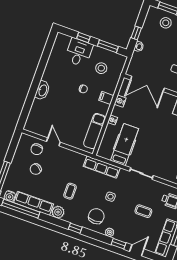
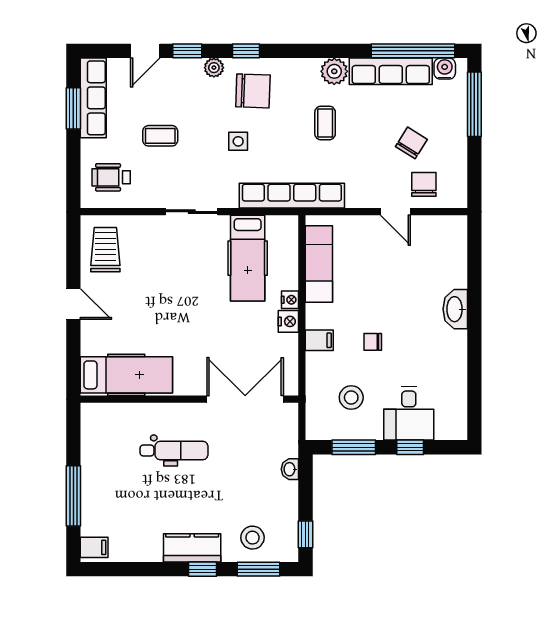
window: (136, 33) -> (305, 534), moved
nightstand: (120, 101) -> (288, 321), moved
row of seats: (102, 167) -> (292, 196), width x1.36
chair: (96, 216) -> (253, 91), turned -88
window: (75, 228) -> (246, 51), moved

